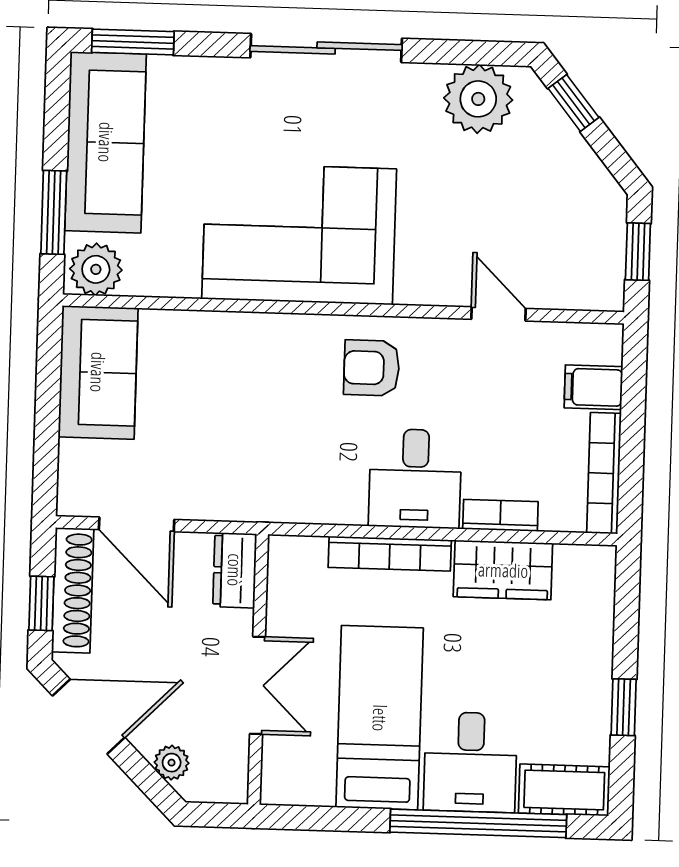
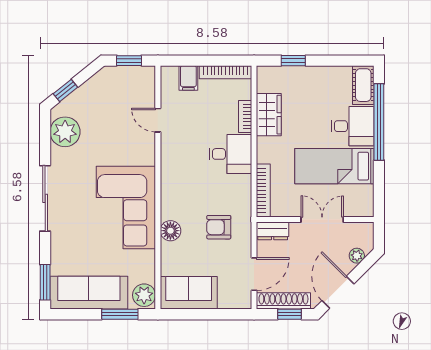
door: (499, 314) -> (158, 120), hinge flipped
floor lamp: (242, 335) -> (170, 231), added
armchair: (372, 368) -> (219, 227), moved, turned 90
bookcase: (390, 554) -> (263, 191), moved
window: (624, 707) -> (293, 61), moved

